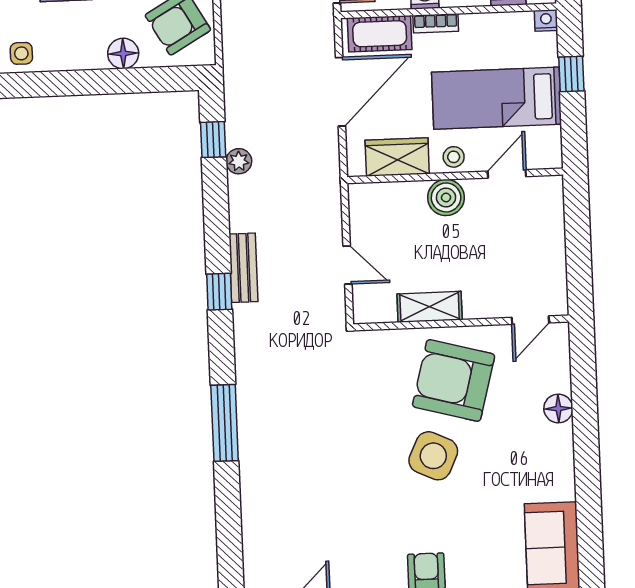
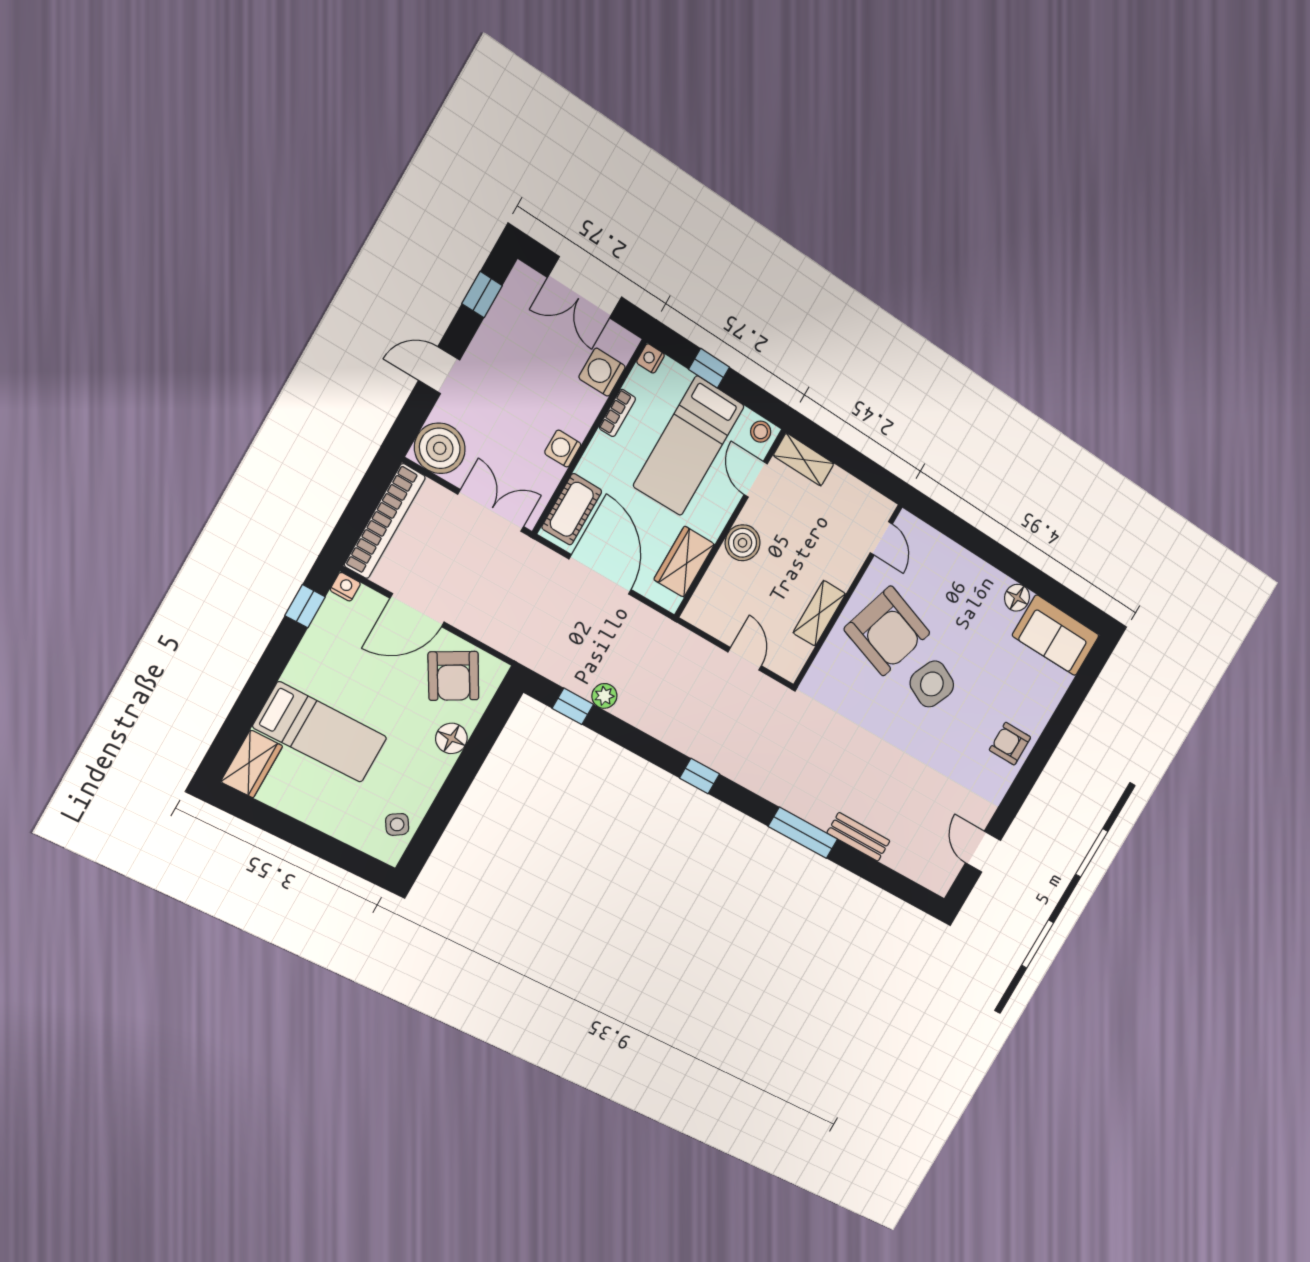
bookcase: (436, 23) -> (617, 413), moved
side table: (21, 53) -> (397, 824), turned -32
stool: (454, 157) -> (761, 432), moved
shelving: (551, 205) -> (804, 460), added
door: (347, 265) -> (745, 659), hinge flipped
bench: (243, 268) -> (859, 837), moved
armchair: (454, 380) -> (887, 631), turned -87
floor lamp: (558, 409) -> (1017, 598), moved

